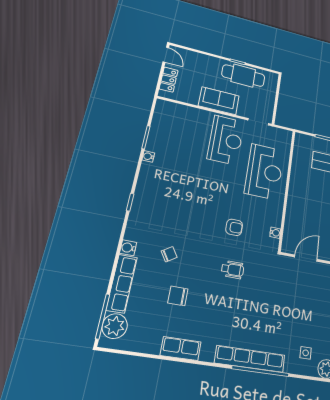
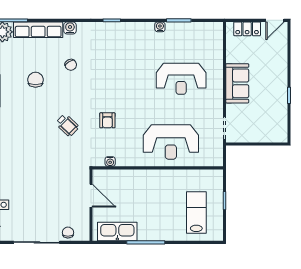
cafe table: (243, 76) -> (274, 104), removed
reception desk: (226, 140) -> (181, 79), moved
wheelchair: (233, 270) -> (67, 125), turned -46

